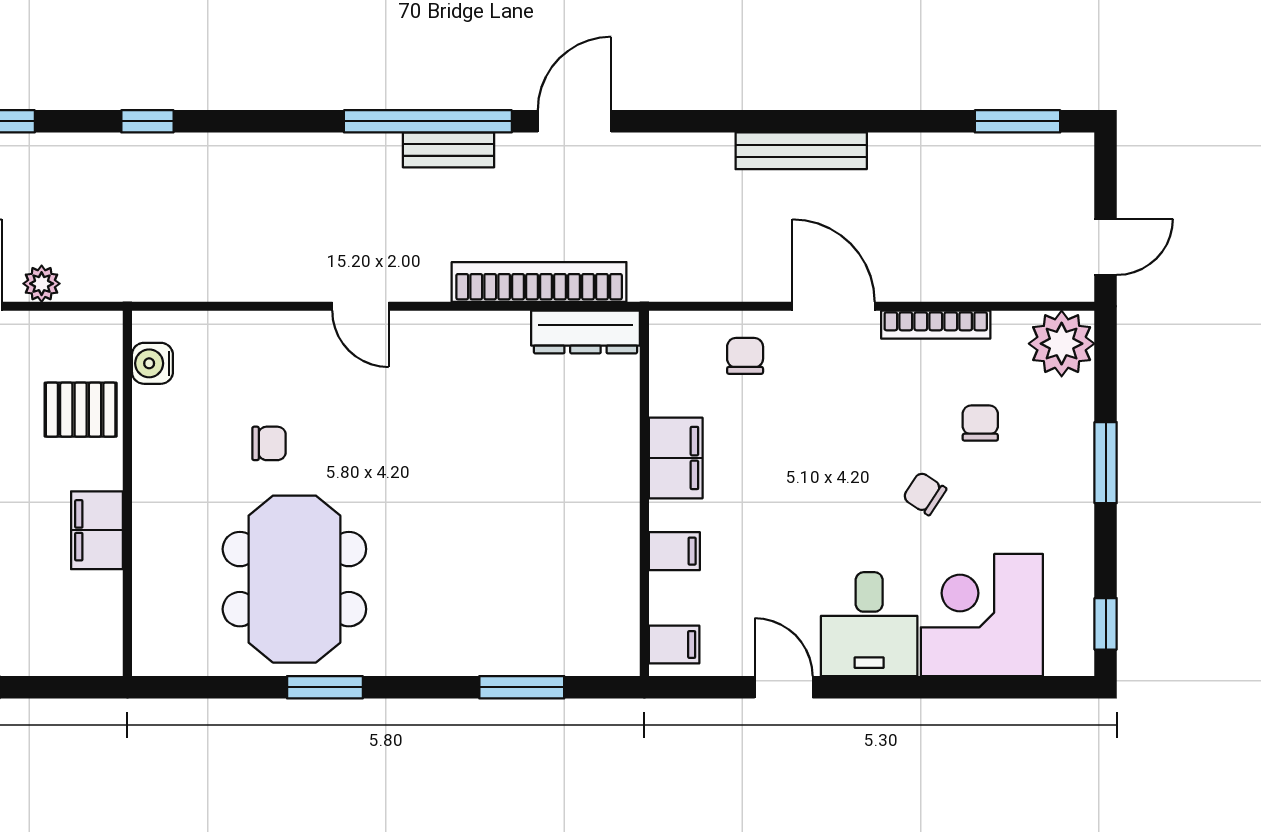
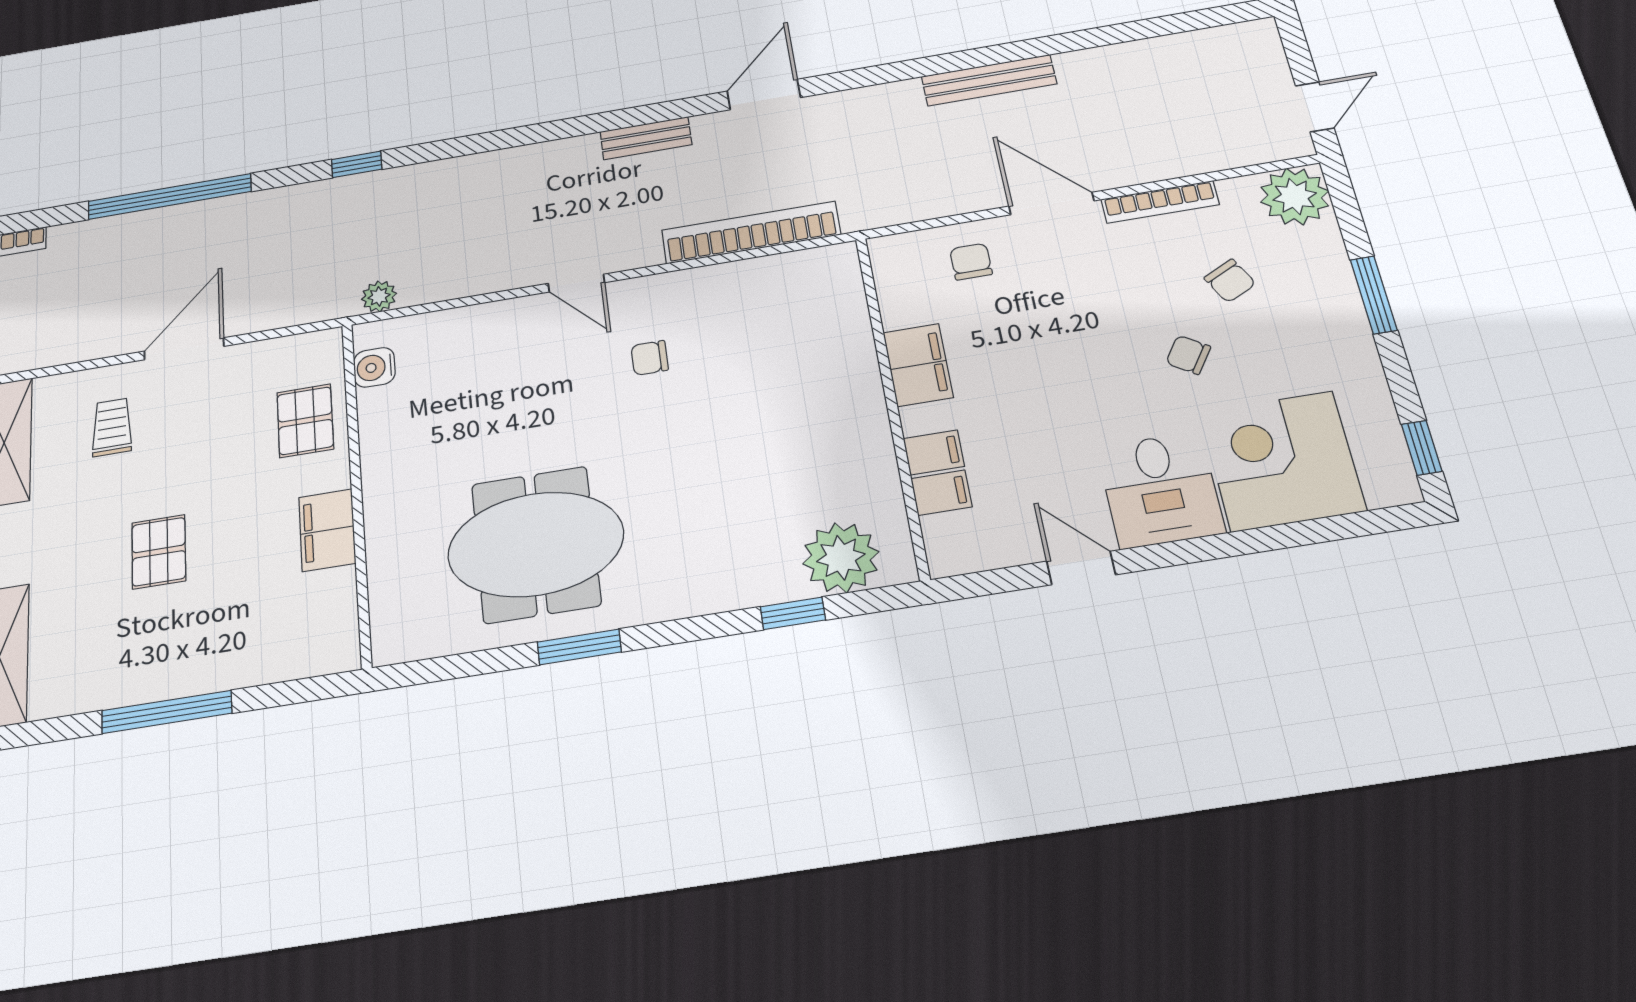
window: (428, 121) -> (623, 119), removed
window: (1017, 121) -> (1196, 20), removed
plant: (42, 284) -> (379, 296), moved
dresser: (585, 332) -> (805, 268), removed
pallet: (81, 410) -> (305, 421), turned 90
chair: (980, 423) -> (1230, 281), turned 153
chair: (269, 443) -> (650, 358), moved, turned 180
meeting table: (294, 579) -> (536, 544), turned 90
plant: (573, 641) -> (841, 558), added
filing cabinet: (674, 644) -> (941, 493), moved
window: (522, 687) -> (793, 613), width x0.67

